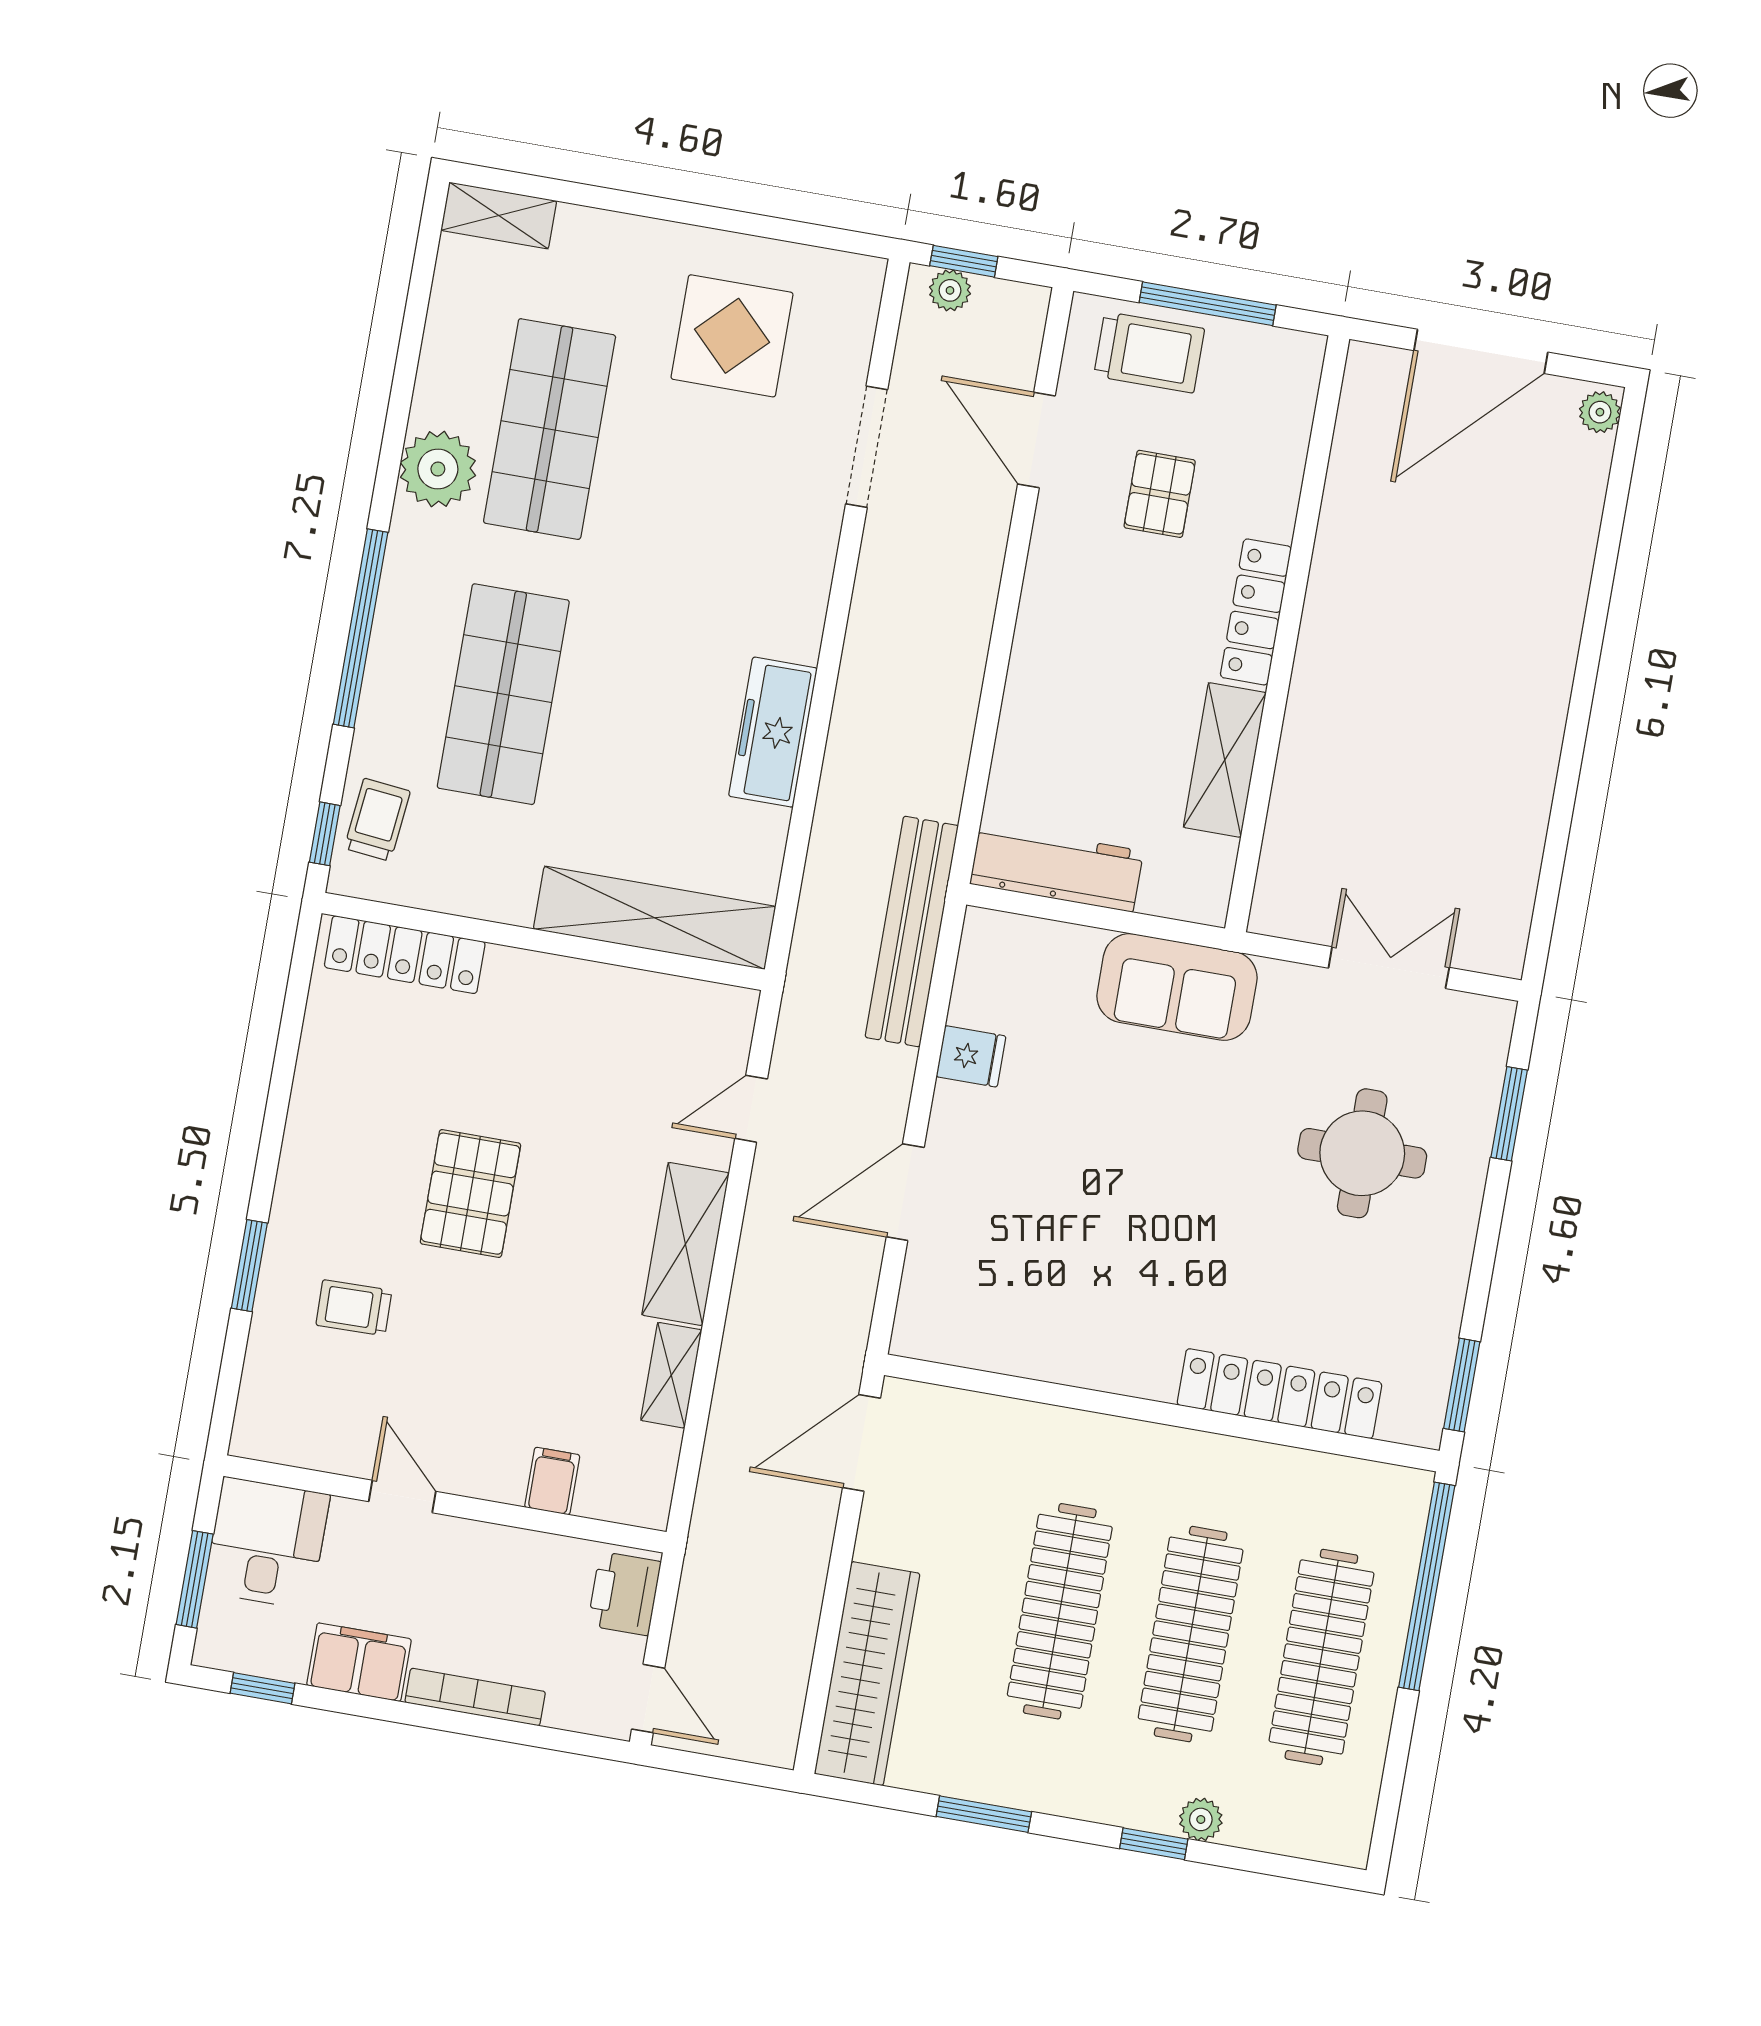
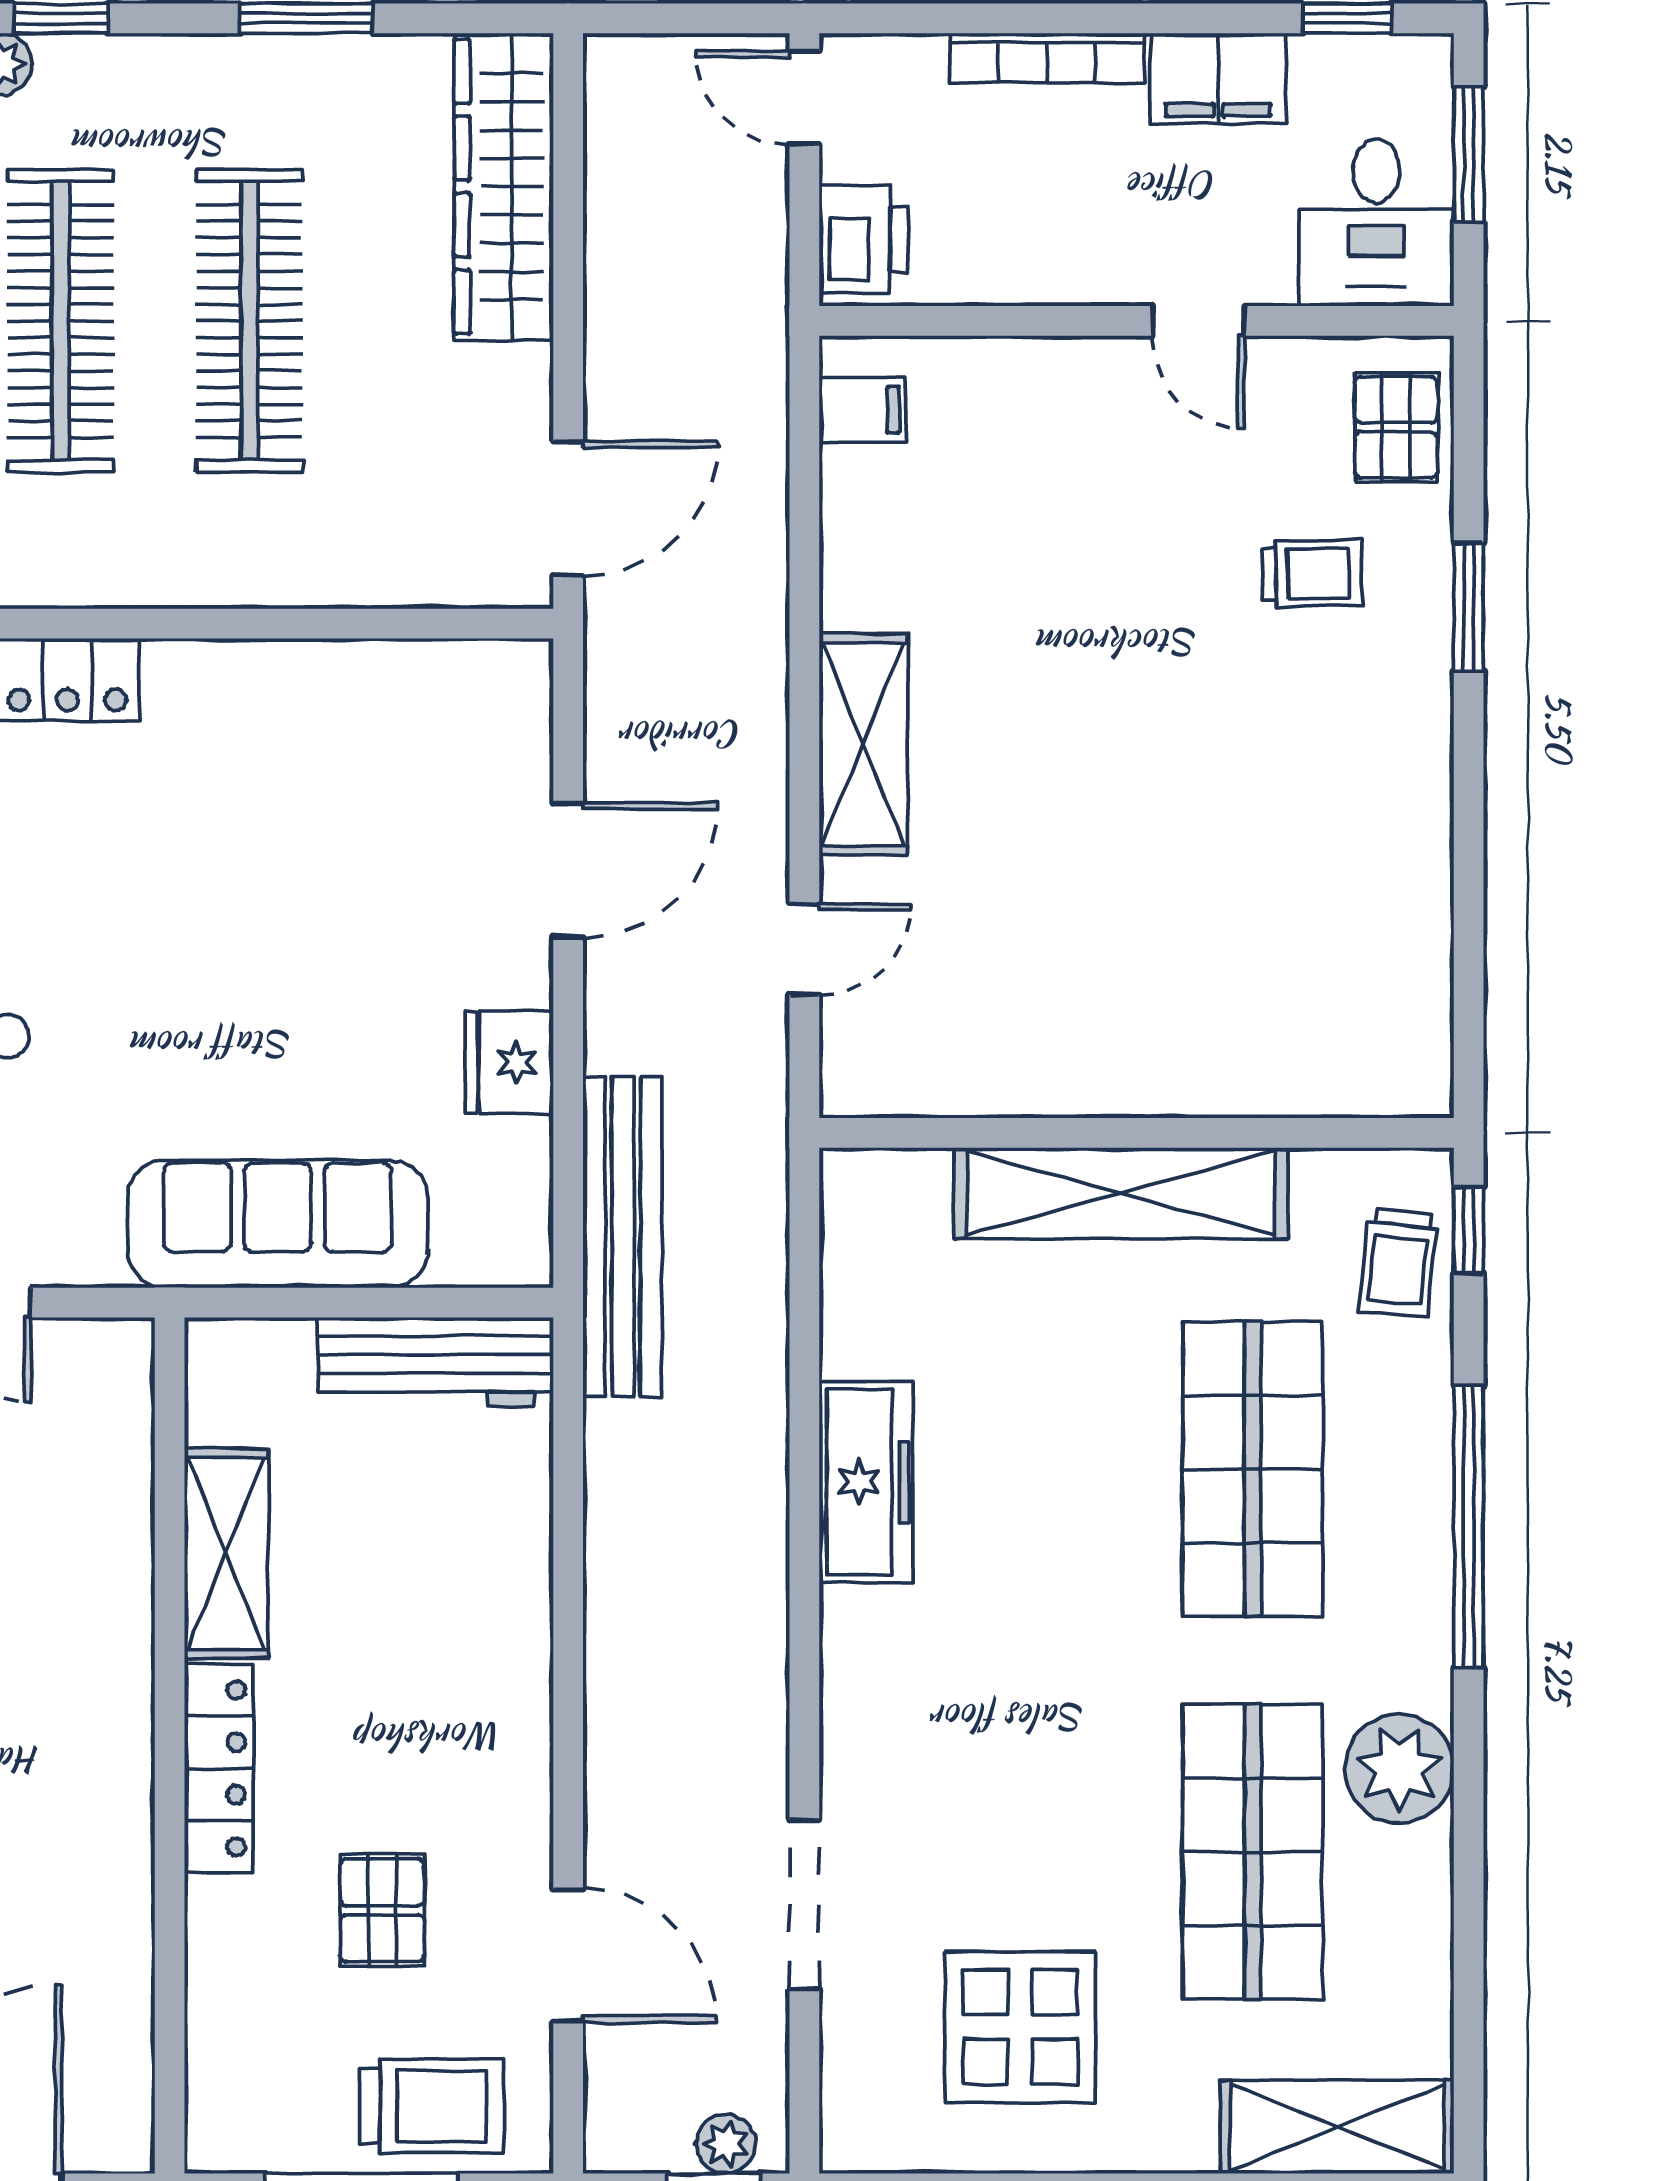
shelving: (499, 215) -> (1337, 2127), width x1.50, depth x1.33
trolley: (1149, 352) -> (432, 2106), turned 180
shelving: (655, 918) -> (1121, 1193), moved
locker: (405, 955) -> (1327, 1080), removed
sofa: (1177, 987) -> (278, 1224), width x1.36
fridge: (971, 1056) -> (509, 1062), width x1.38
pallet: (470, 1194) -> (1396, 427), moved, width x0.67, depth x0.71
shelving: (671, 1375) -> (851, 557), removed
filing cabinet: (552, 1481) -> (863, 410), moved, turned -90

